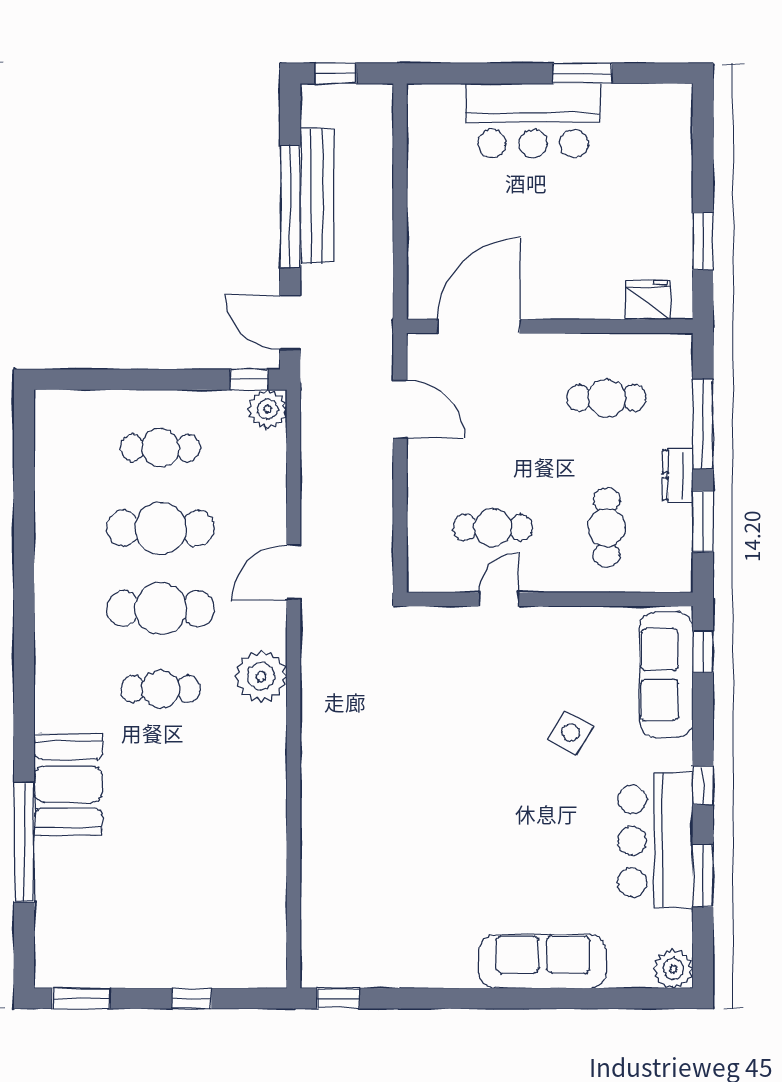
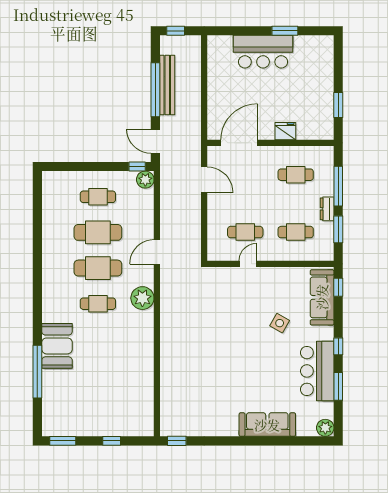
fridge: (648, 300) -> (285, 131), moved
cafe table: (607, 527) -> (296, 232), turned 90

